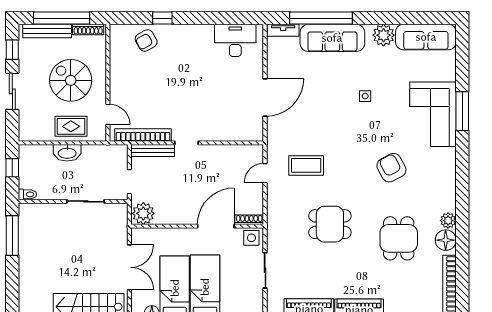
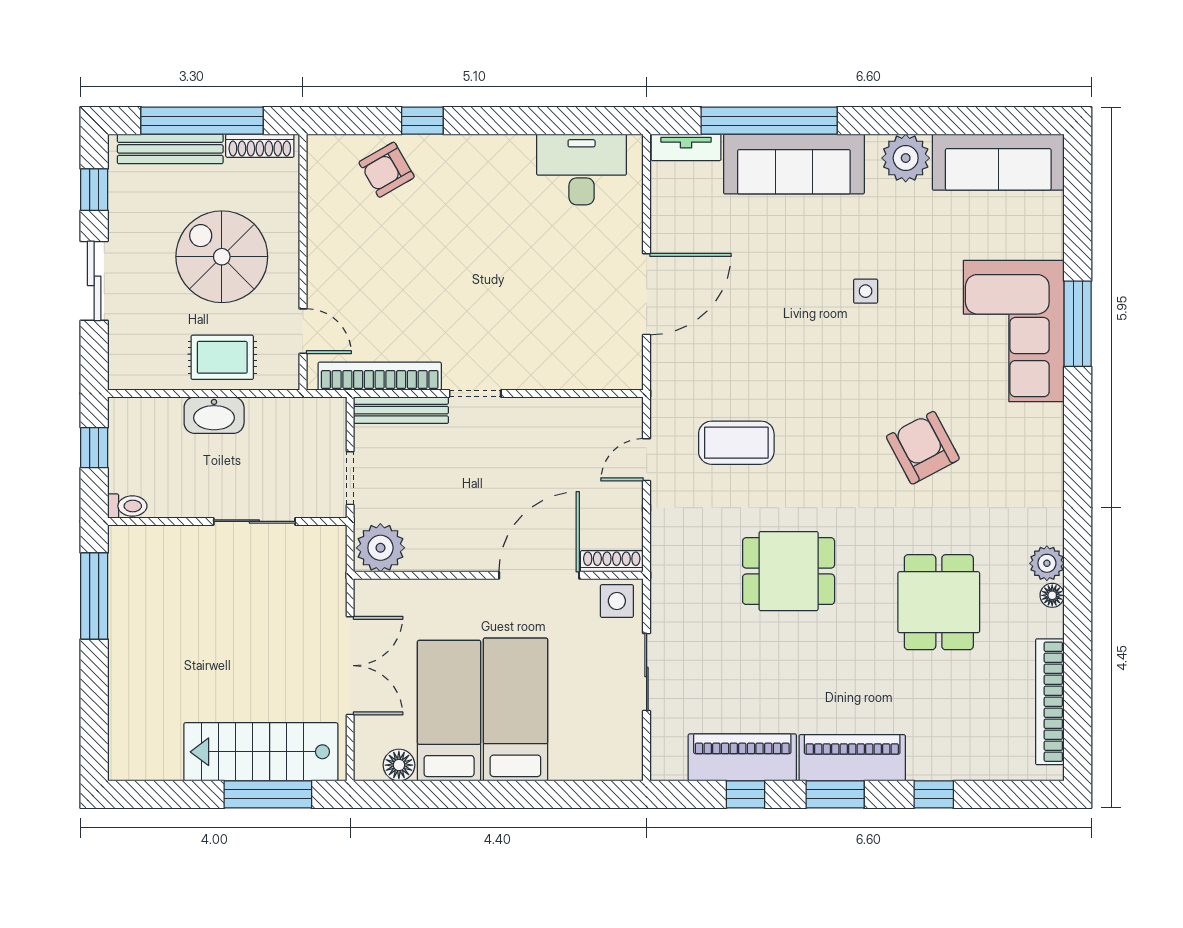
floor lamp: (446, 240) -> (1052, 595), width x0.53, depth x0.53

